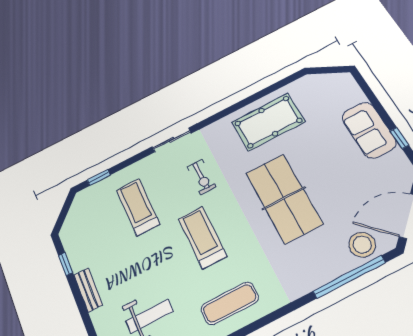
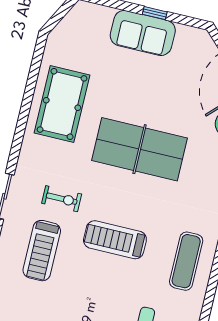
window: (399, 138) -> (155, 13), moved
treadmill: (138, 207) -> (42, 251), moved, turned -90

